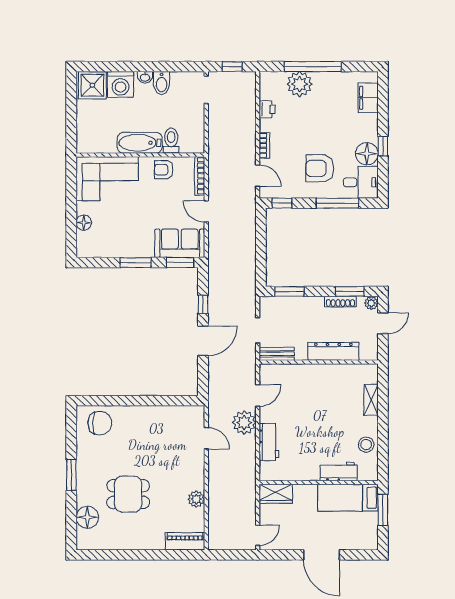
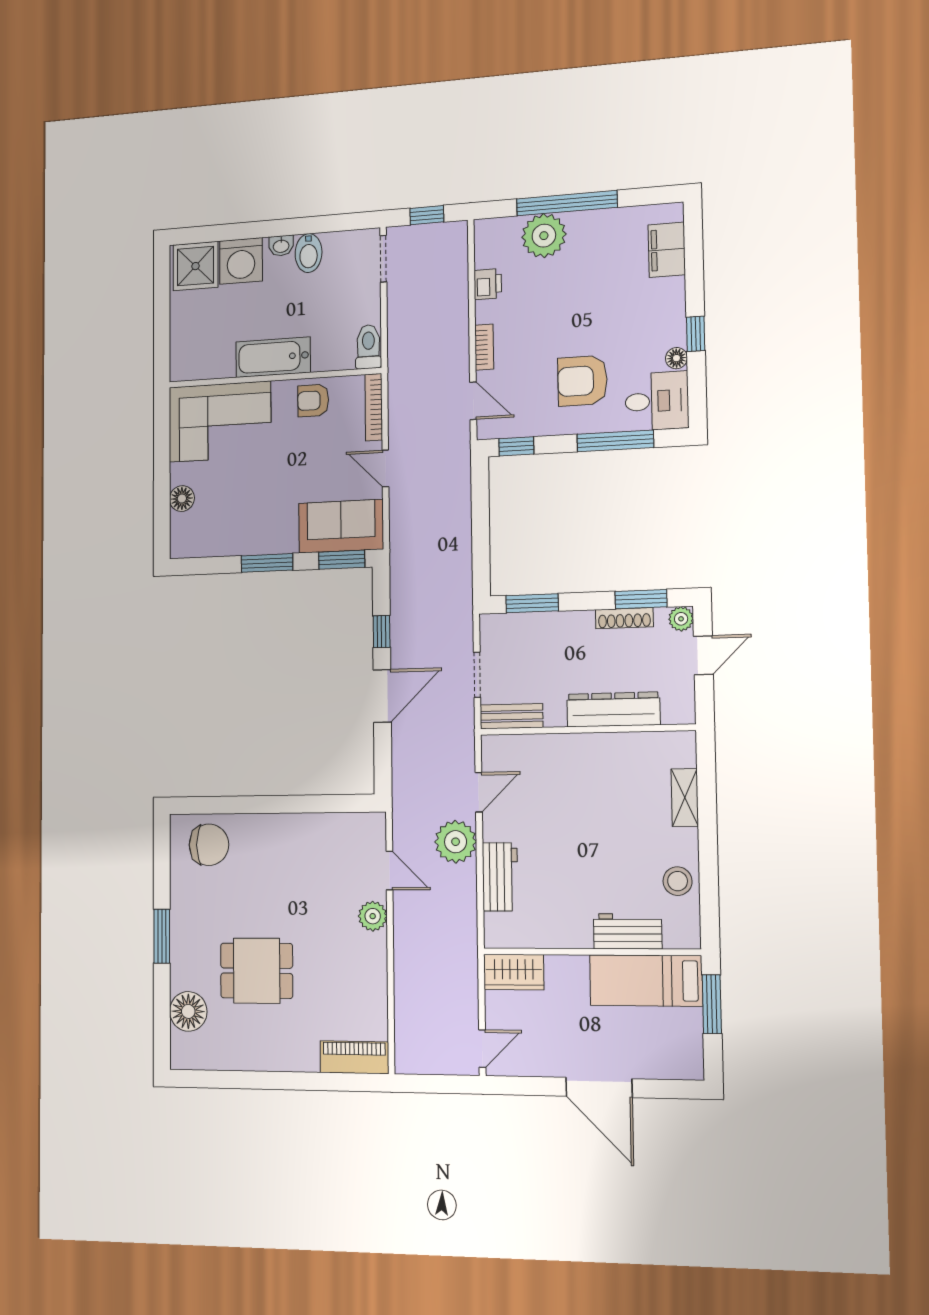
toilet: (171, 141) -> (368, 347), moved
floor lamp: (367, 154) -> (676, 358), width x0.53, depth x0.53
plant: (196, 499) -> (373, 916), moved

